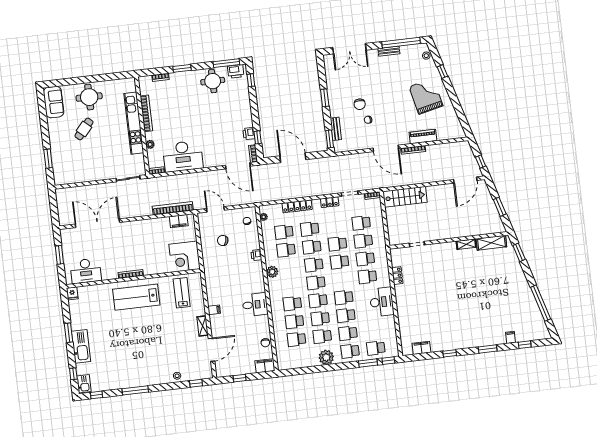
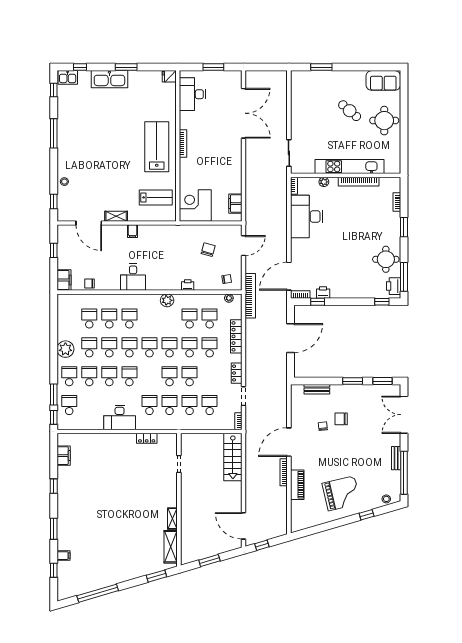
window: (330, 139) -> (382, 381), moved
bookcase: (173, 208) -> (250, 296), moved

